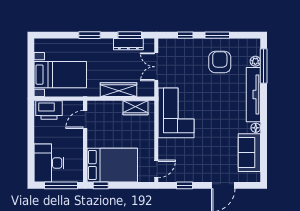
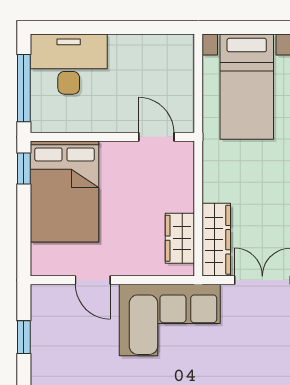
wardrobe: (119, 90) -> (216, 240), moved
printer: (49, 110) -> (175, 64), removed
door: (156, 169) -> (93, 280), moved

